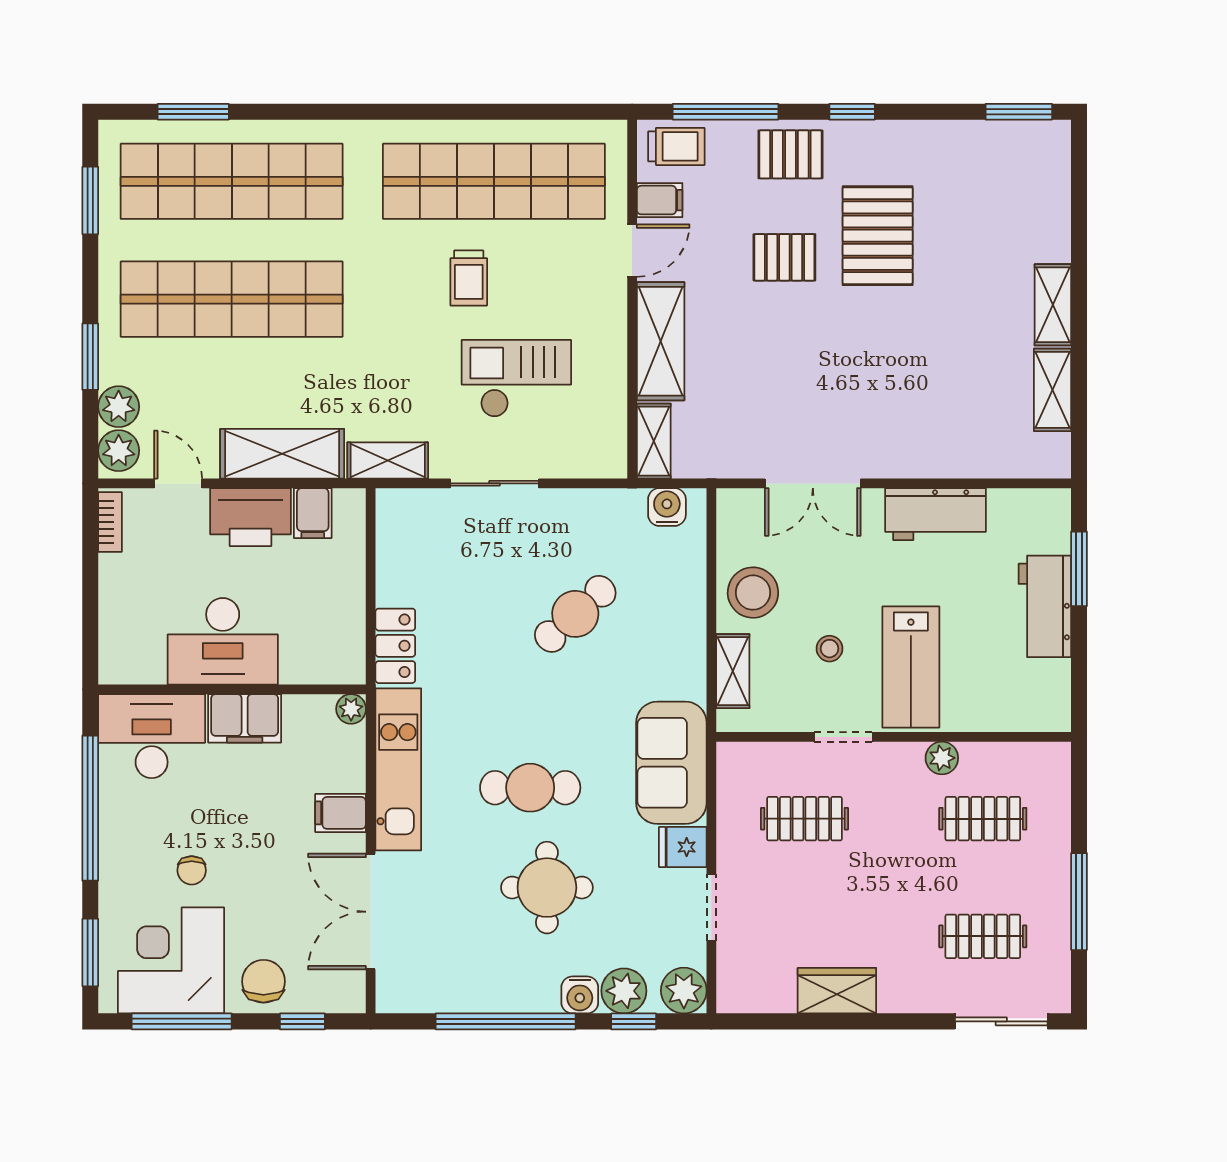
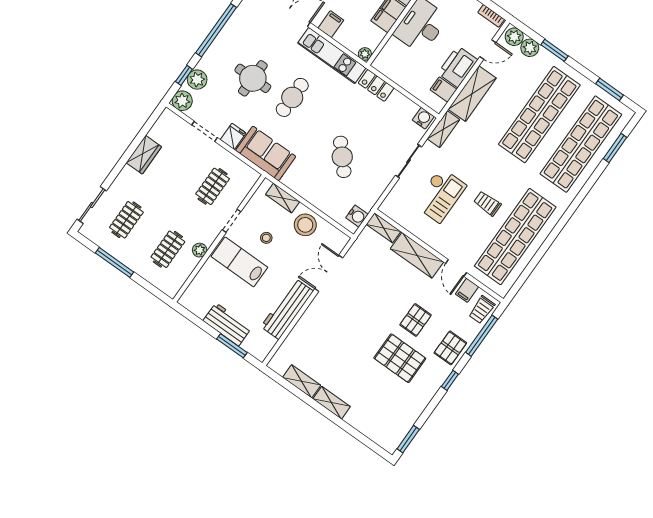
workbench: (935, 514) -> (287, 309), width x1.38
water cooler: (580, 995) -> (423, 118), moved, turned 90

